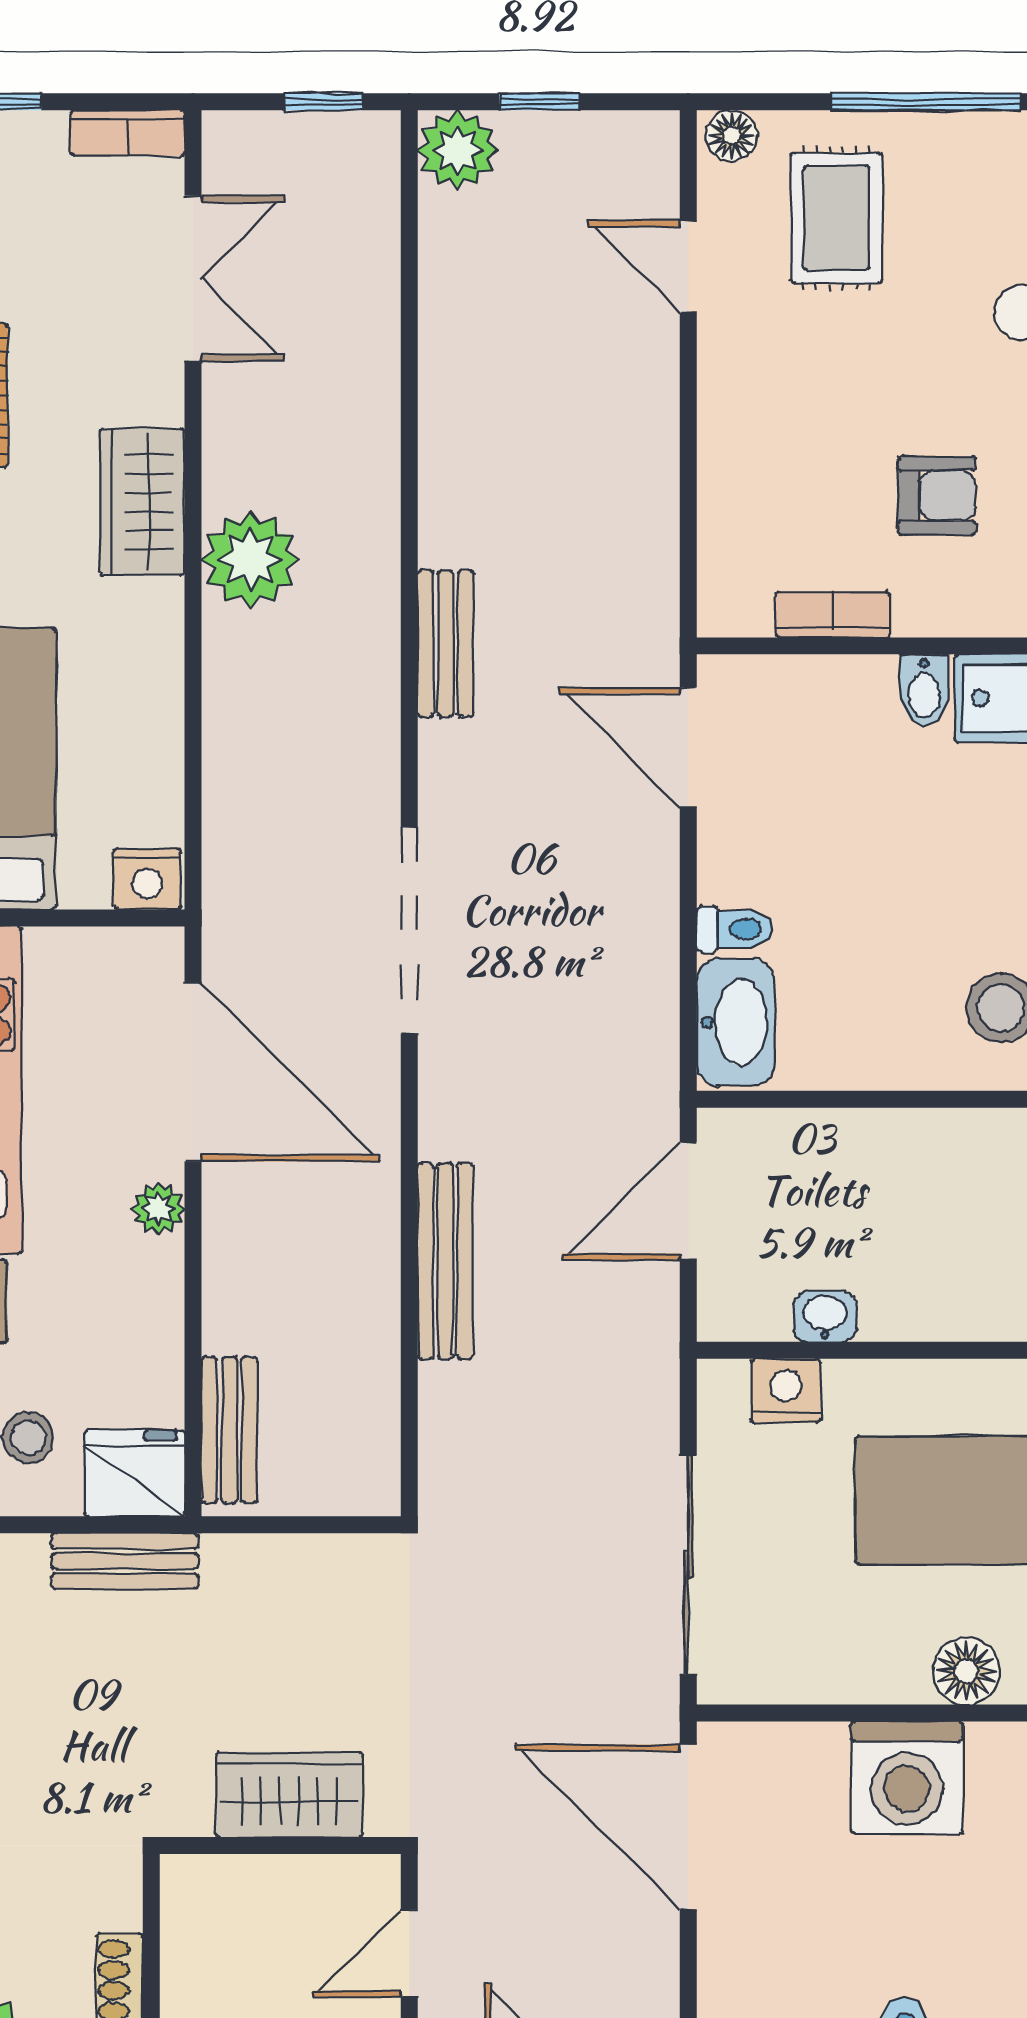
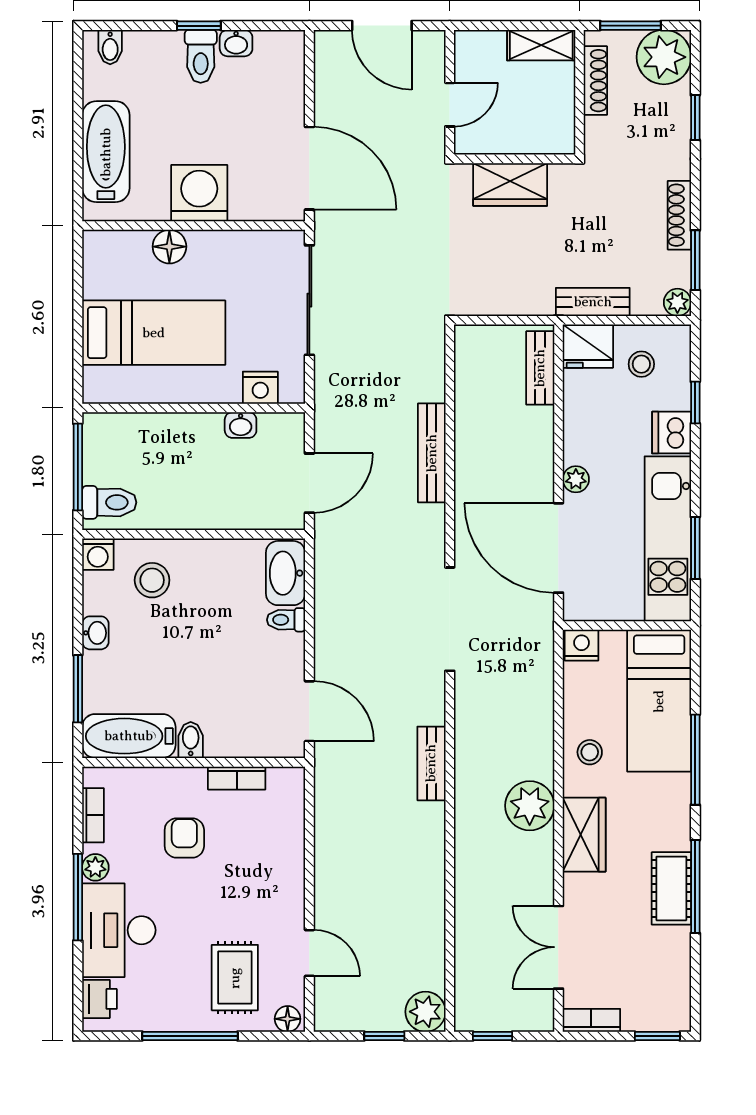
armchair: (937, 495) -> (184, 838), turned 90
stool: (131, 666) -> (590, 752), added

